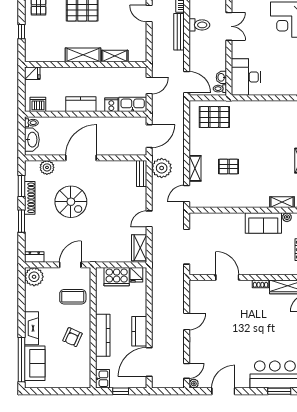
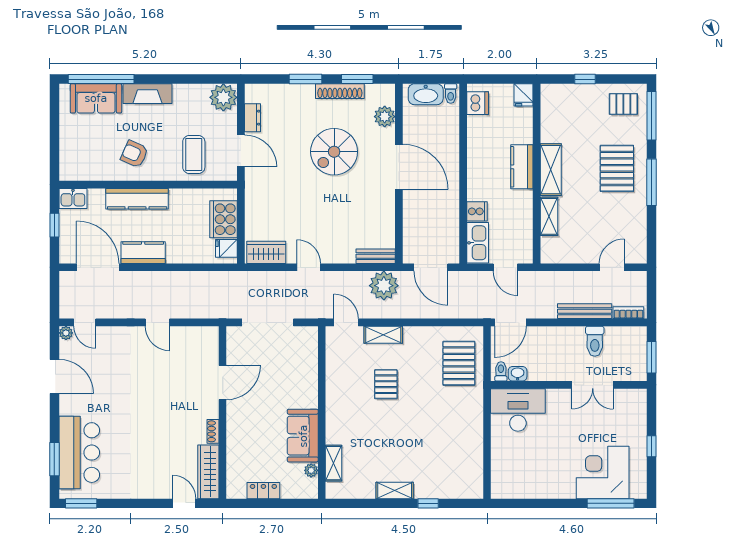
kitchen counter: (81, 104) -> (522, 167), moved, turned 180
dresser: (34, 257) -> (252, 118), moved

